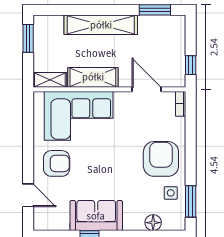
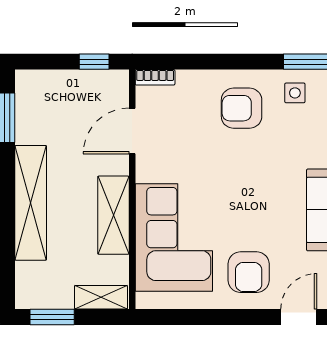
shelving: (50, 80) -> (101, 297), moved, turned 90
armchair: (161, 159) -> (242, 108), width x0.73, depth x0.73
armchair: (57, 163) -> (249, 272), turned 180

